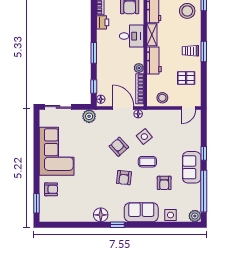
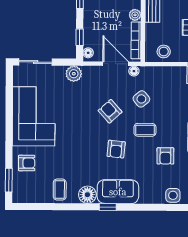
coffee table: (78, 211) -> (60, 190), added
sofa: (141, 212) -> (118, 192), moved

